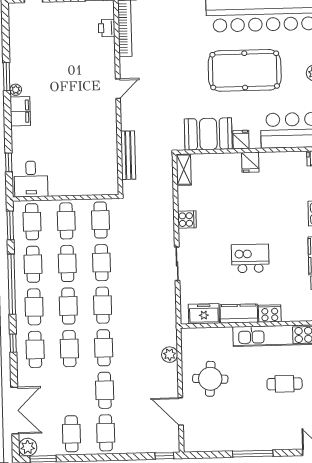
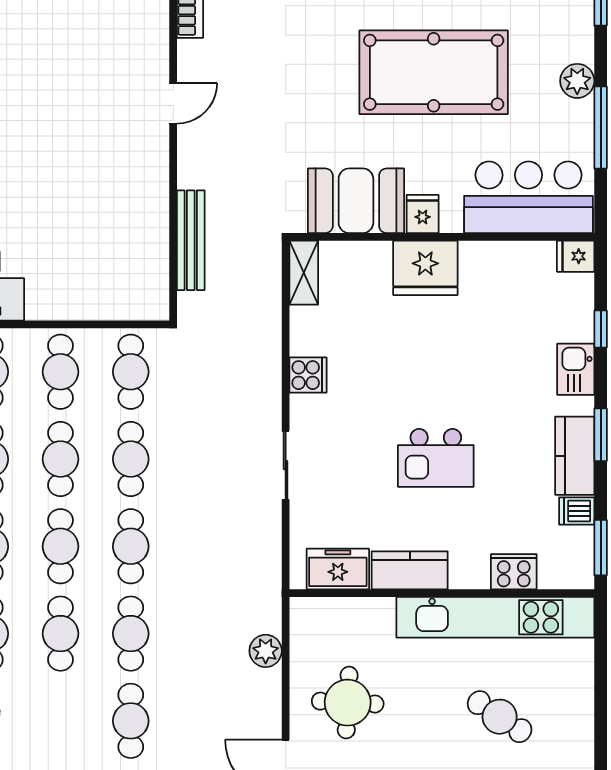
fridge: (250, 162) -> (425, 268), width x1.88, depth x1.34
kitchen island: (250, 258) -> (436, 458), turned 180
cooker: (270, 313) -> (514, 572), moved
cafe table: (285, 384) -> (500, 717), turned 34

